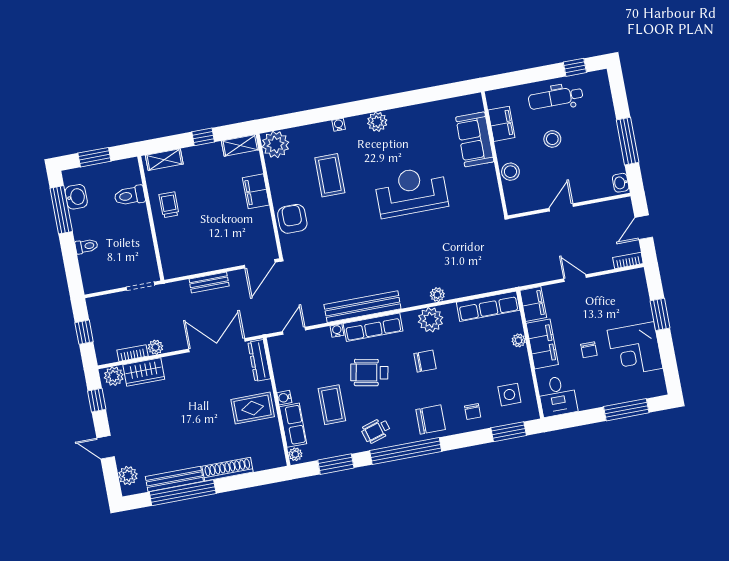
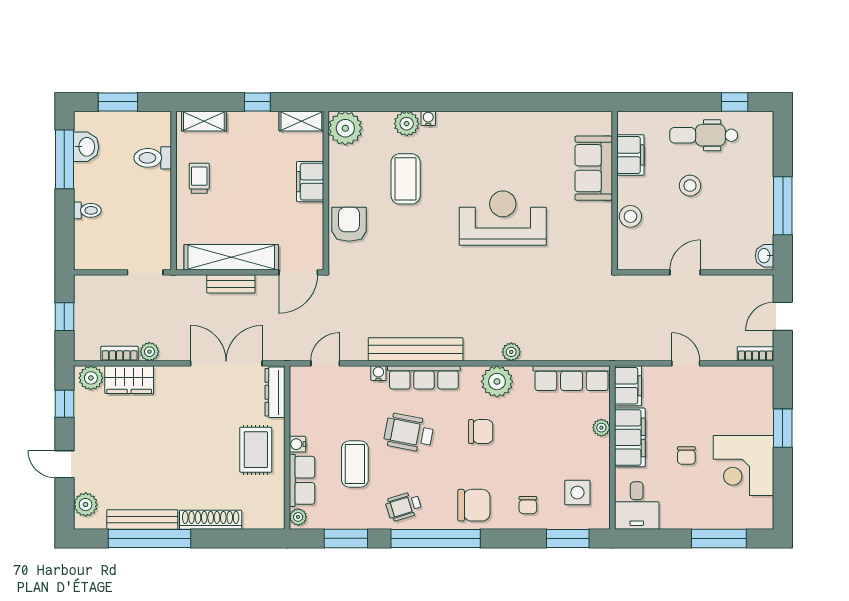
plant: (377, 122) -> (407, 124), moved
shelving: (205, 262) -> (231, 257), added
rug: (253, 408) -> (256, 450), turned 90

